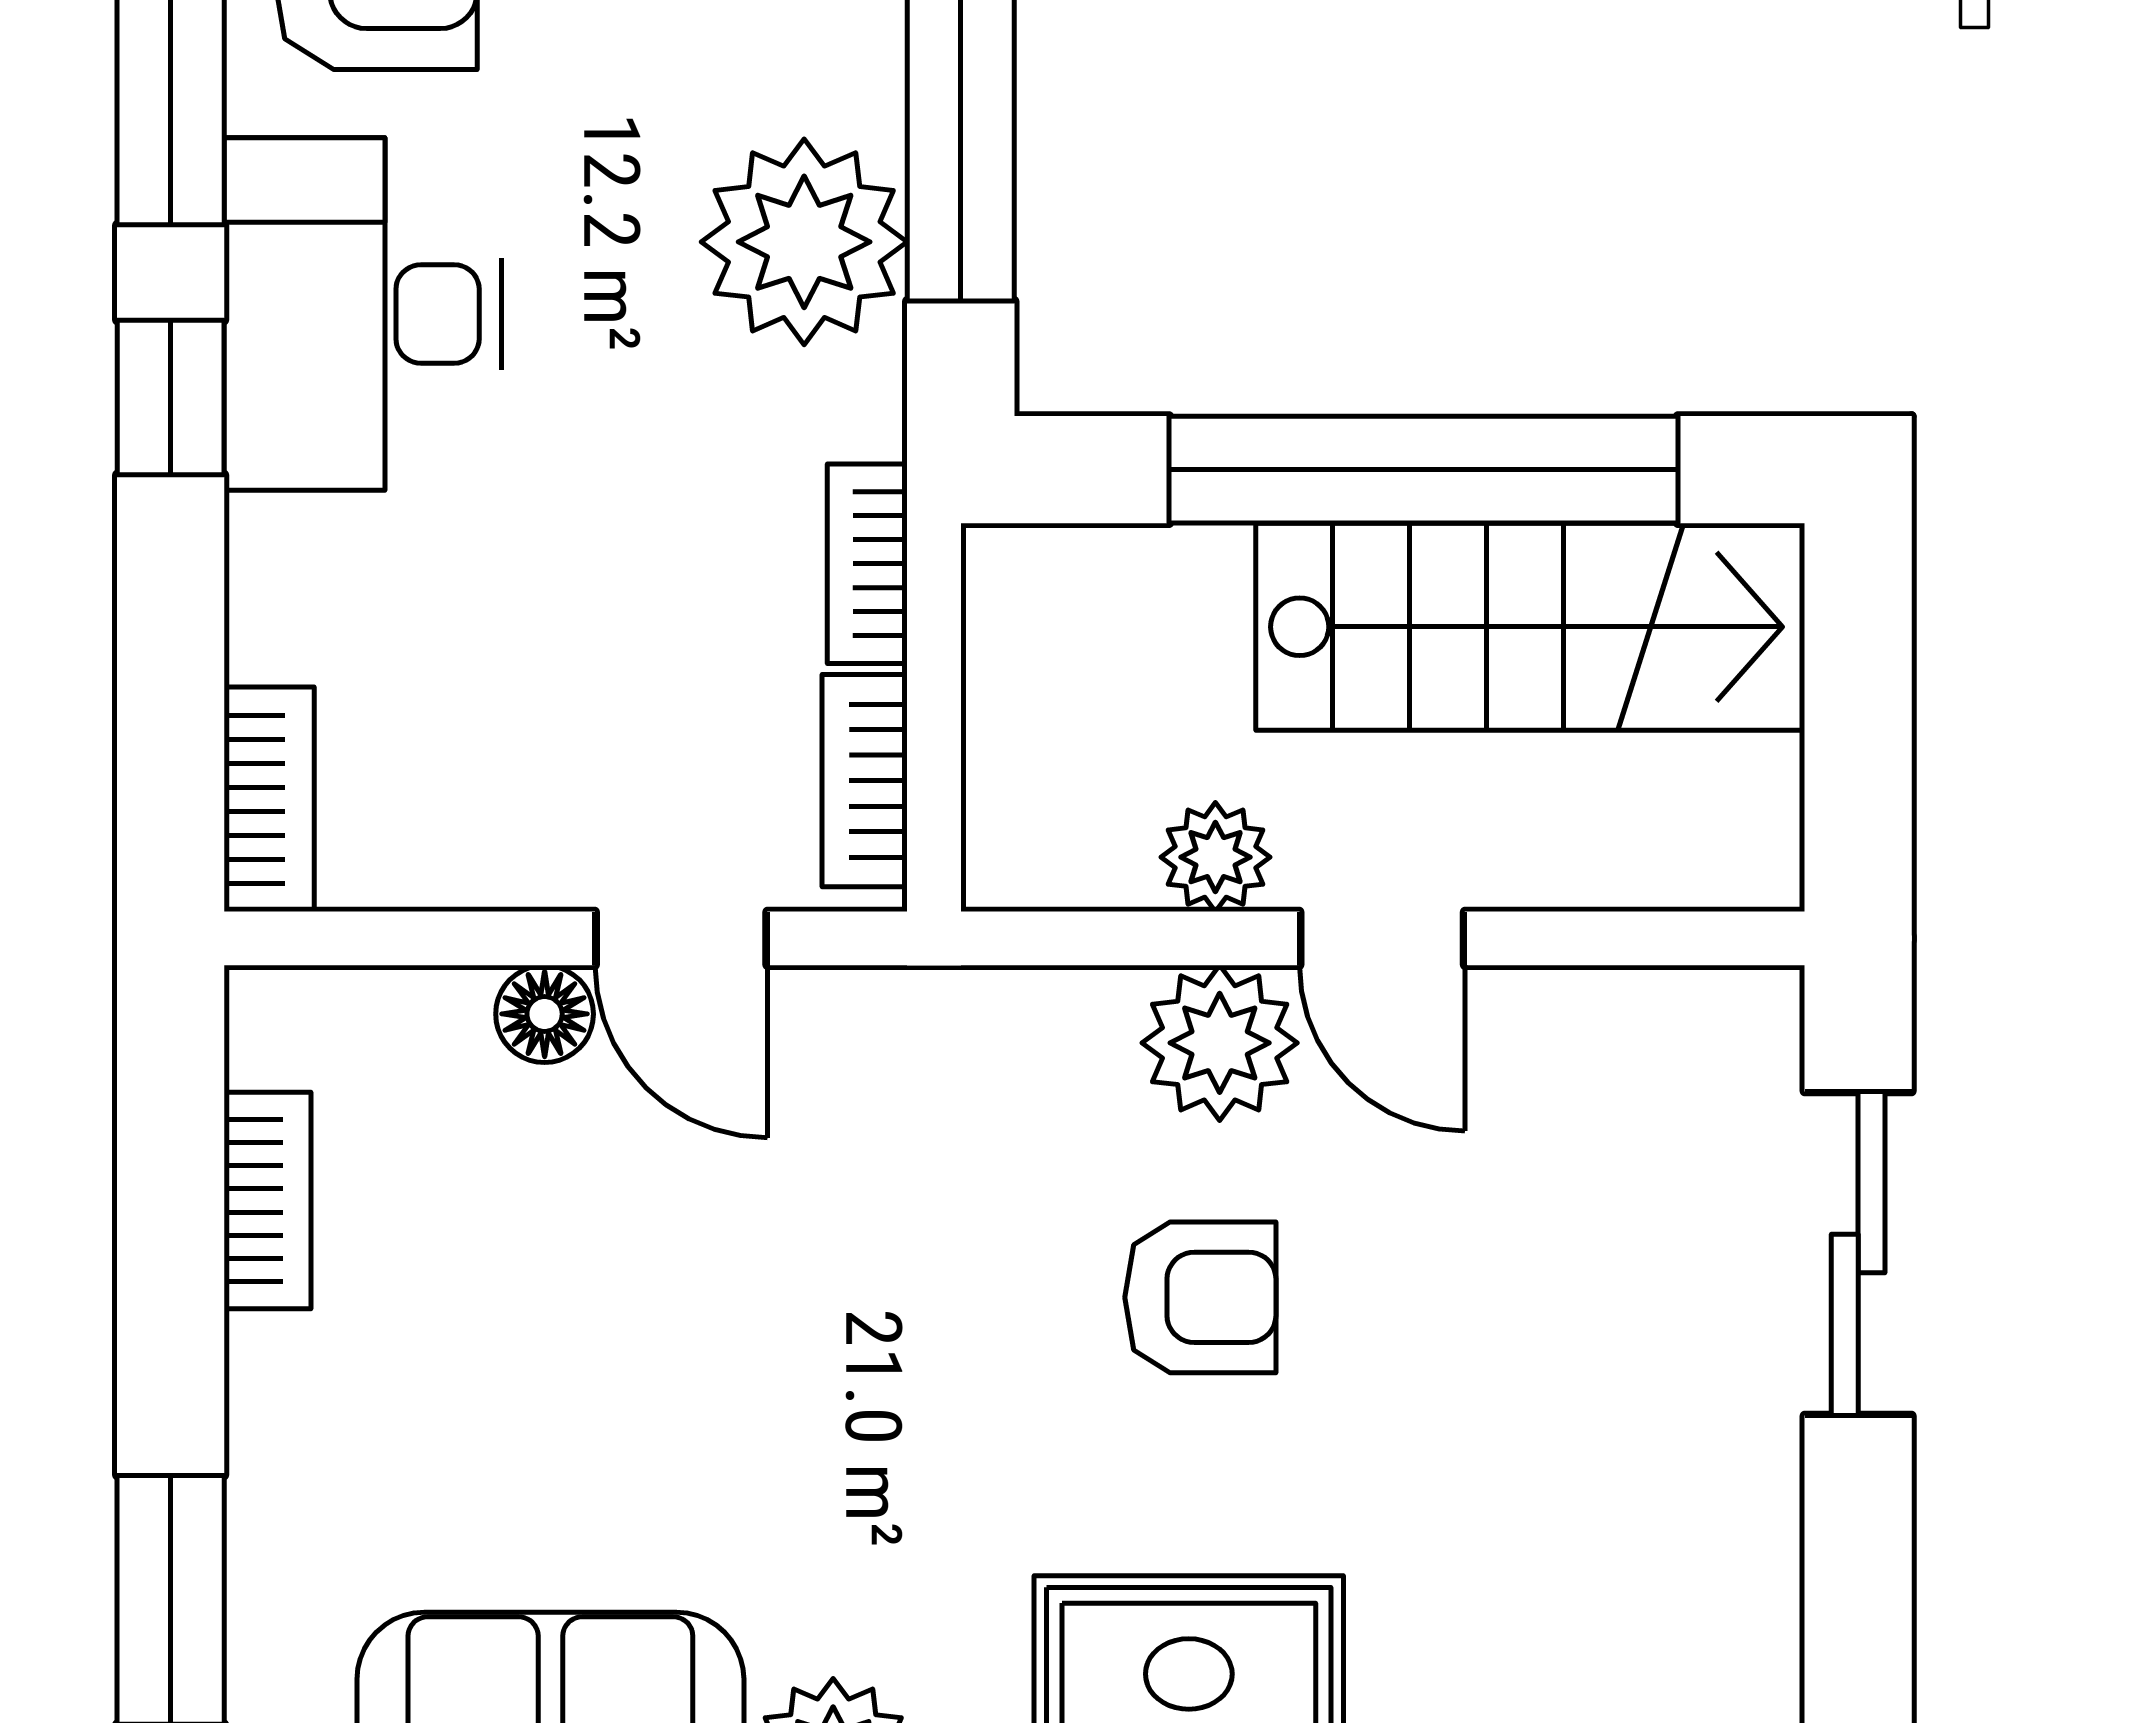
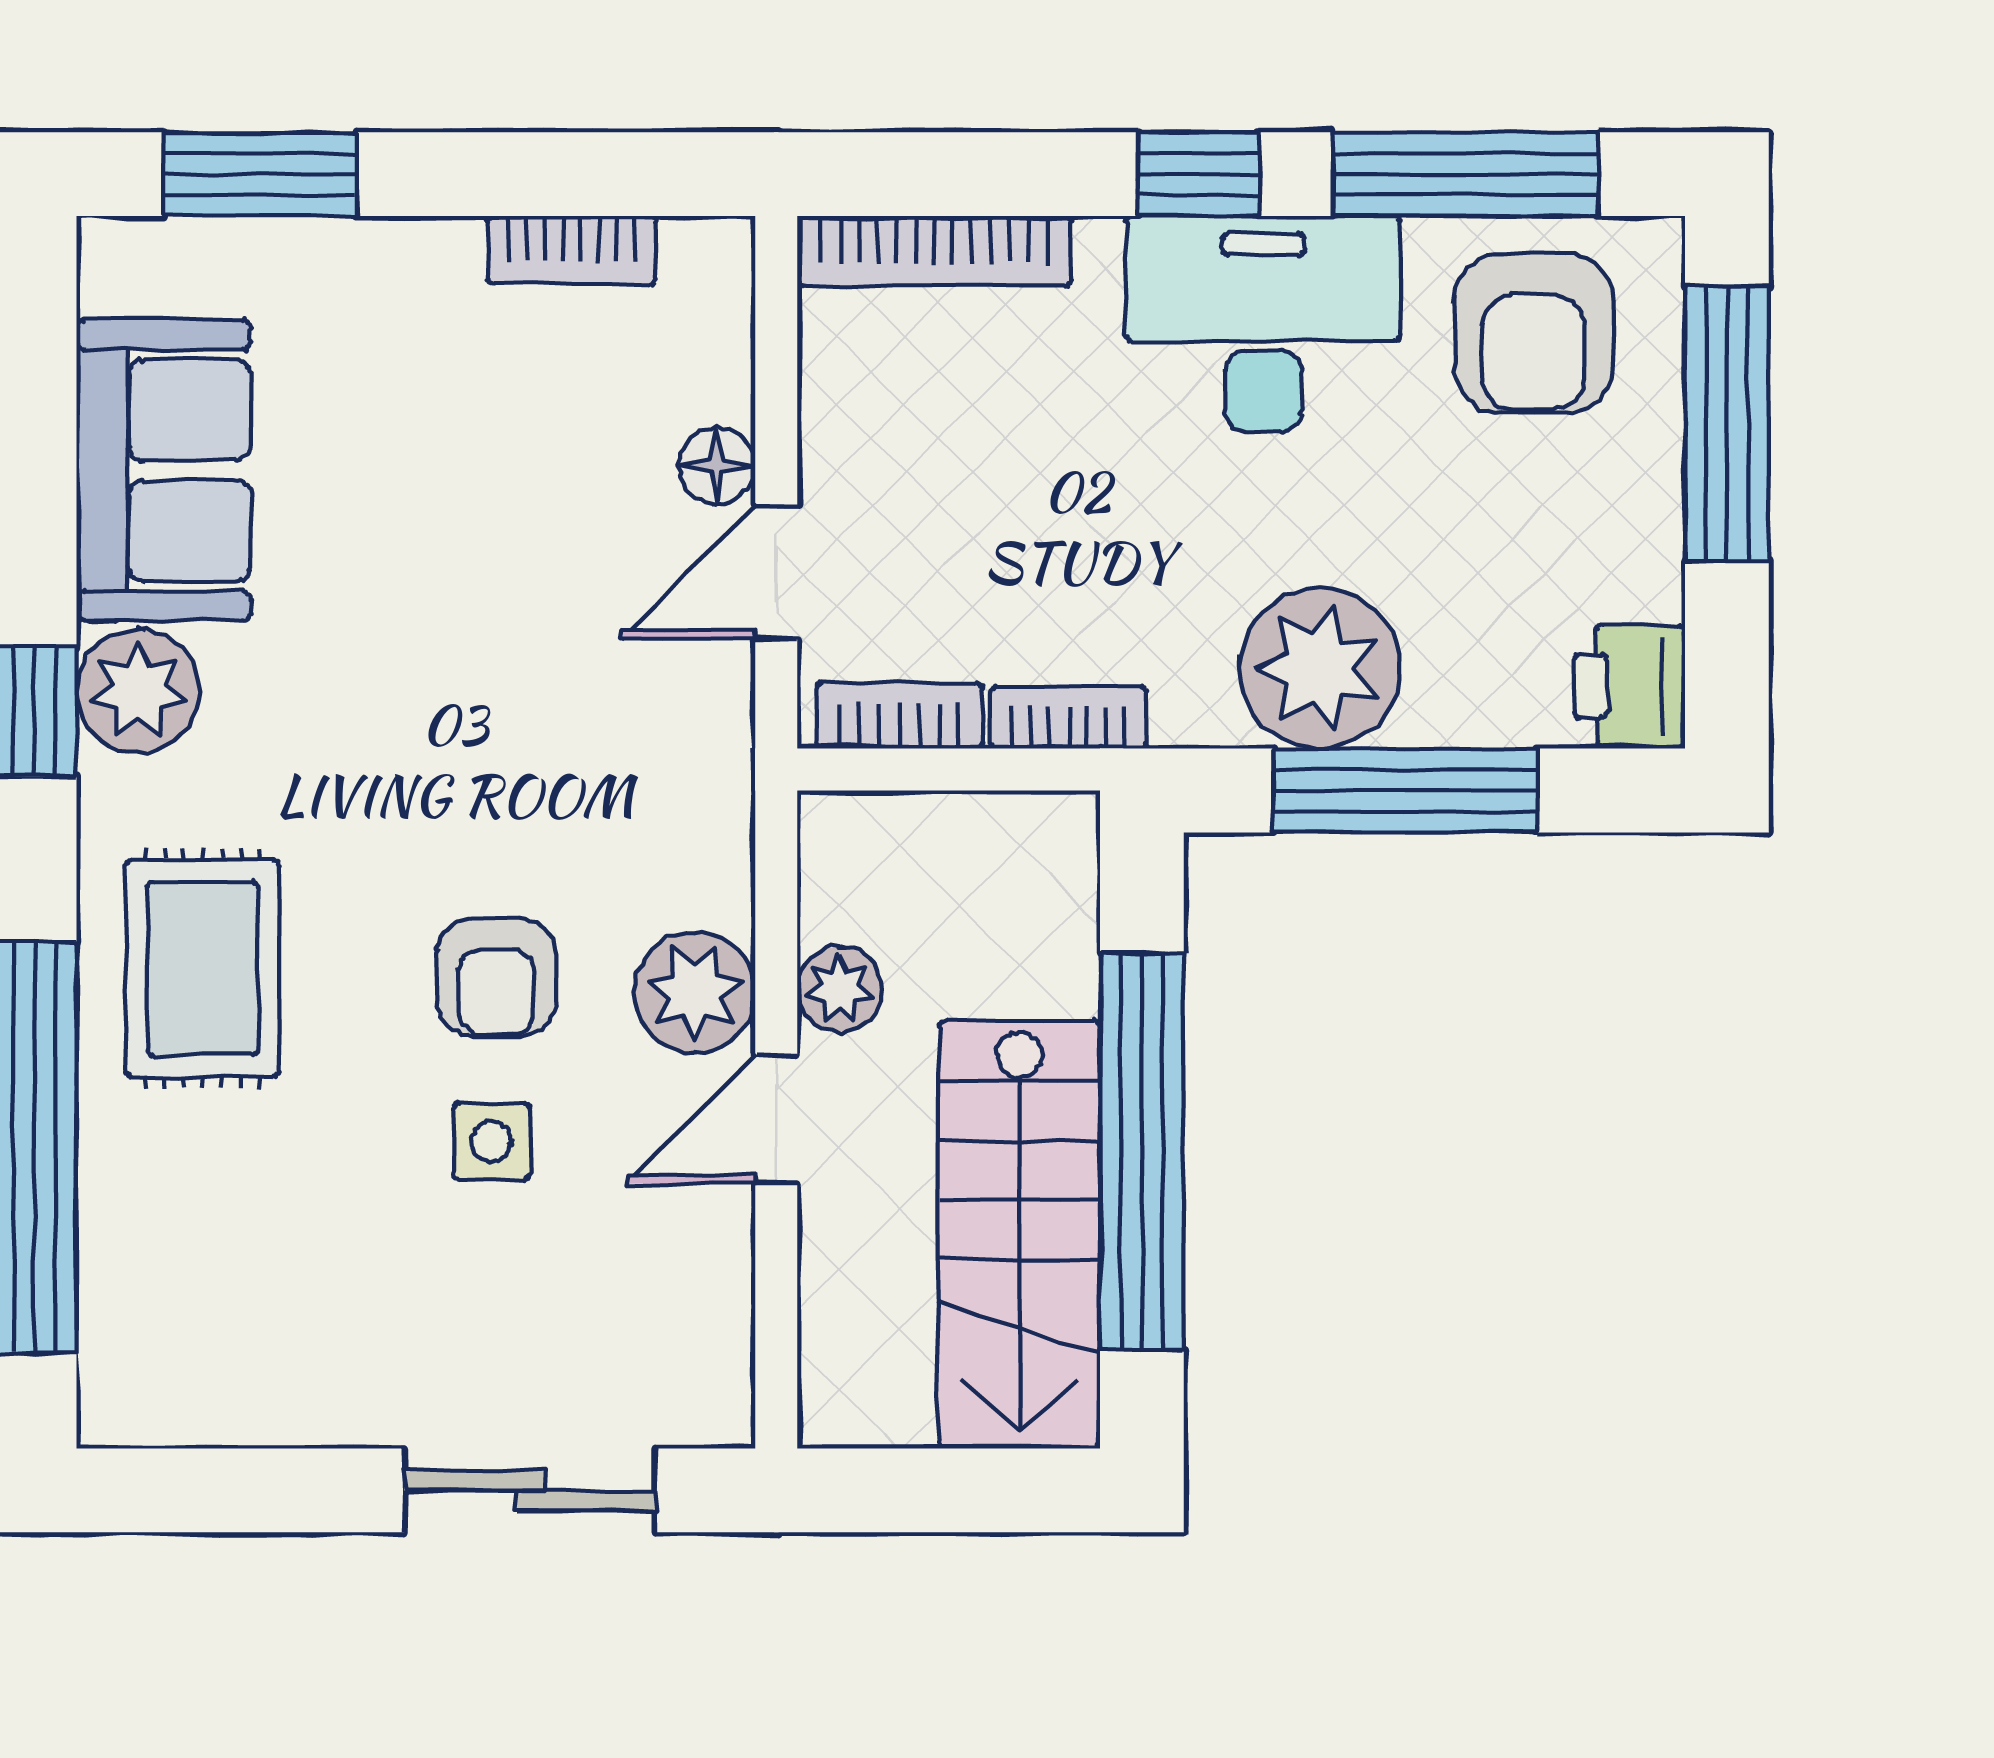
bookcase: (269, 799) -> (934, 251), width x1.56
side table: (1411, 1303) -> (492, 1141), added

